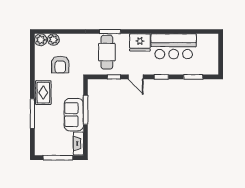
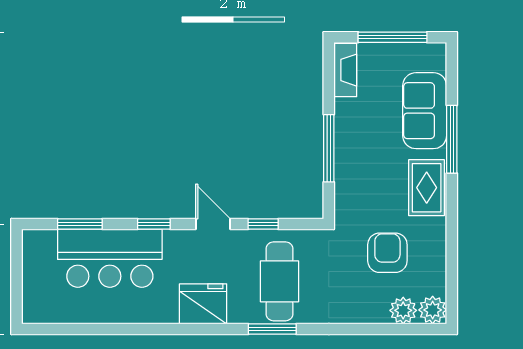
bar counter: (174, 46) -> (110, 258), moved, turned 180
sofa: (74, 115) -> (425, 111), moved, turned 180

